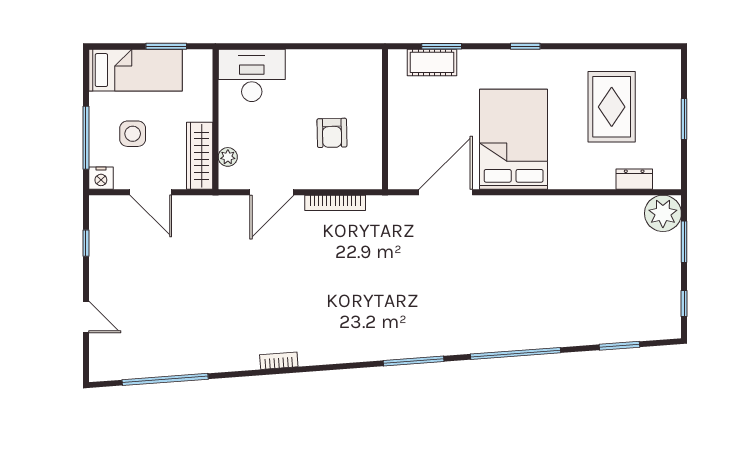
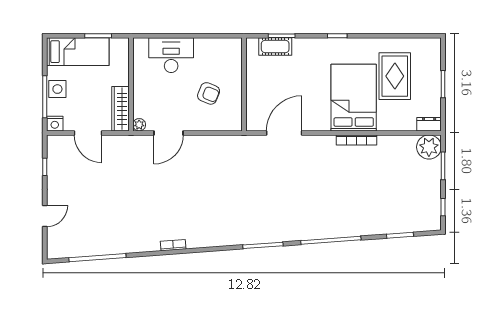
desk: (252, 75) -> (171, 55), moved
armchair: (332, 133) -> (209, 93), turned -67
side table: (133, 134) -> (57, 89), moved
bed: (514, 139) -> (354, 98), moved
plant: (228, 157) -> (139, 125), moved
dresser: (634, 179) -> (429, 124), moved
bookcase: (335, 203) -> (357, 140), moved
door: (86, 317) -> (45, 216), hinge flipped

